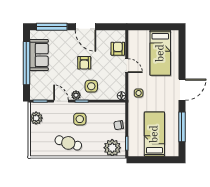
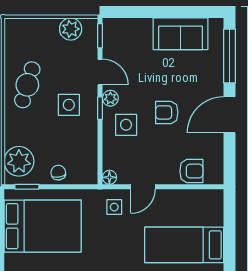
window: (26, 63) -> (166, 12), removed
door: (127, 66) -> (143, 187), moved
door: (61, 101) -> (100, 72), hinge flipped
bed: (154, 134) -> (43, 226), width x1.50

